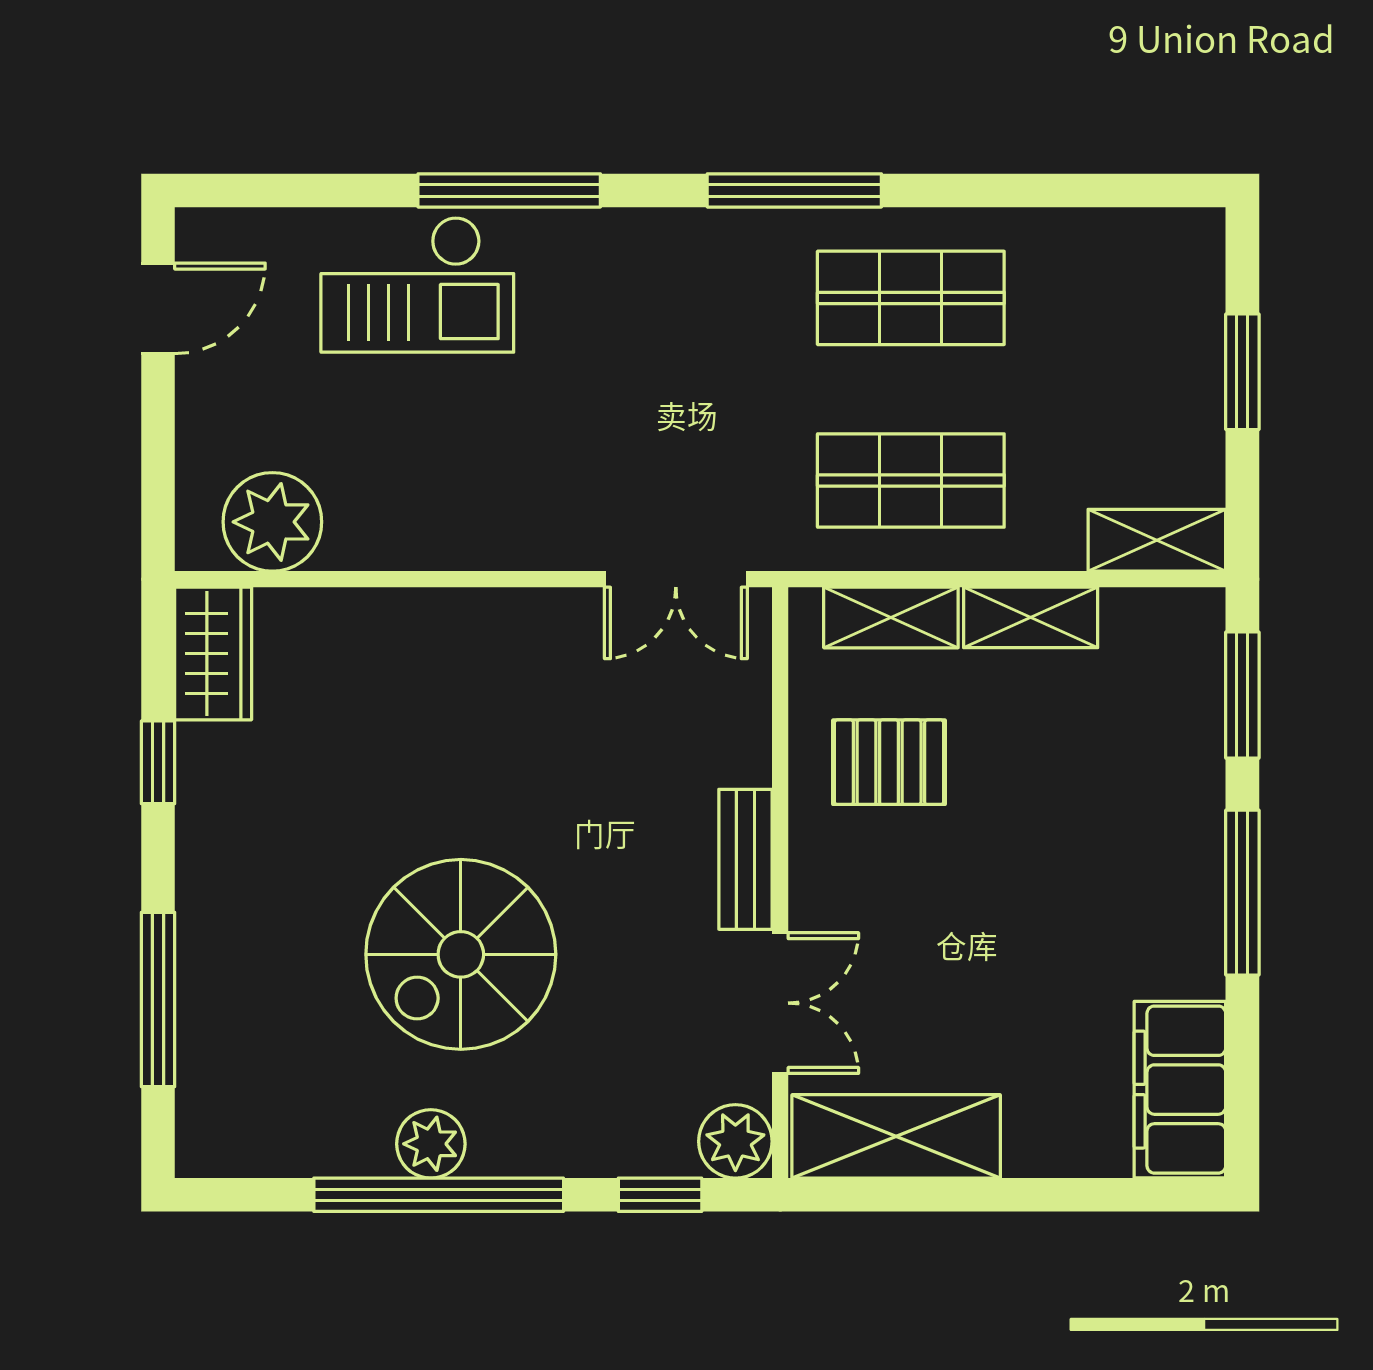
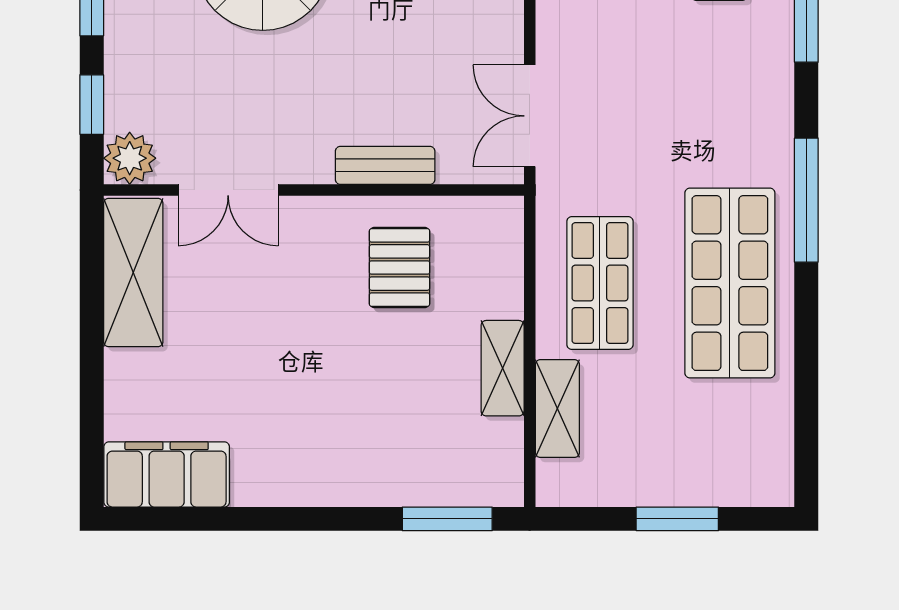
shop shelf: (911, 298) -> (730, 283), width x1.43, depth x1.36
shelving: (1157, 540) -> (557, 409), moved
shelving: (891, 618) -> (502, 269), removed
bench: (745, 859) -> (385, 165), moved
window: (1242, 893) -> (307, 519), removed

